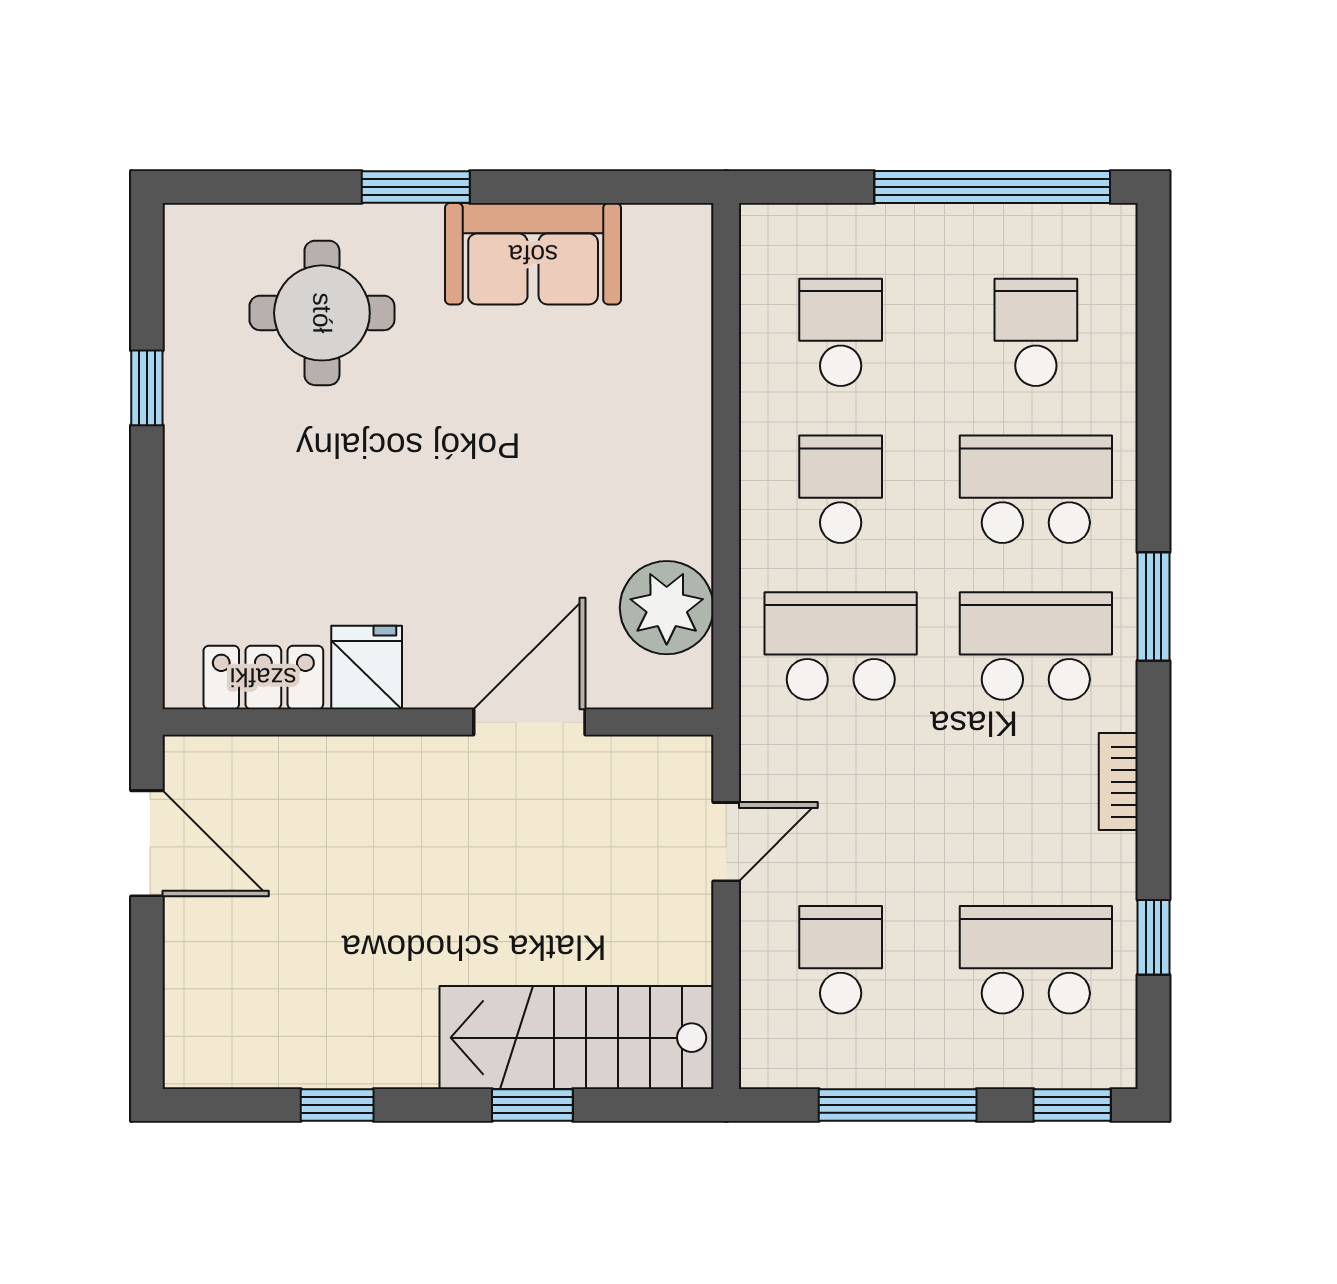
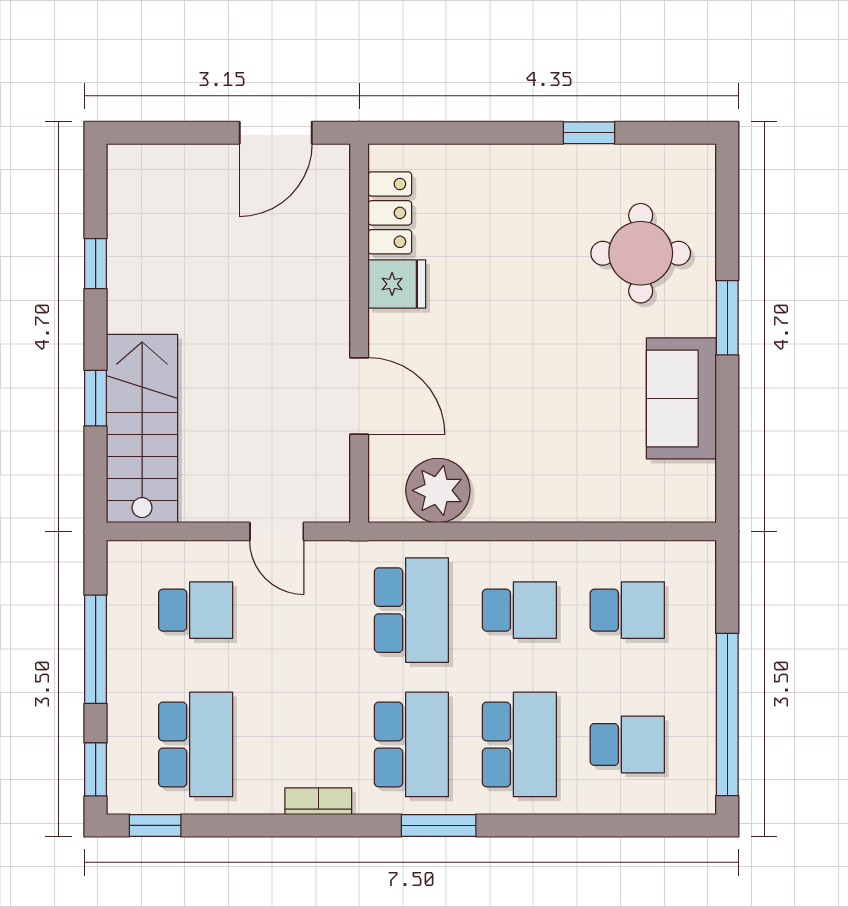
window: (1154, 937) -> (155, 825), moved

